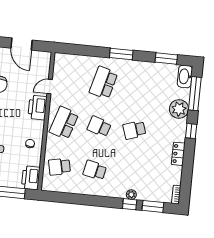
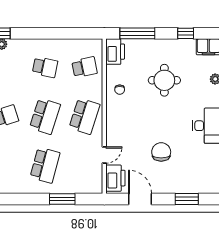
window: (121, 54) -> (62, 199), moved
printer: (38, 107) -> (115, 178), moved
school desk: (99, 126) -> (45, 116), width x1.85

